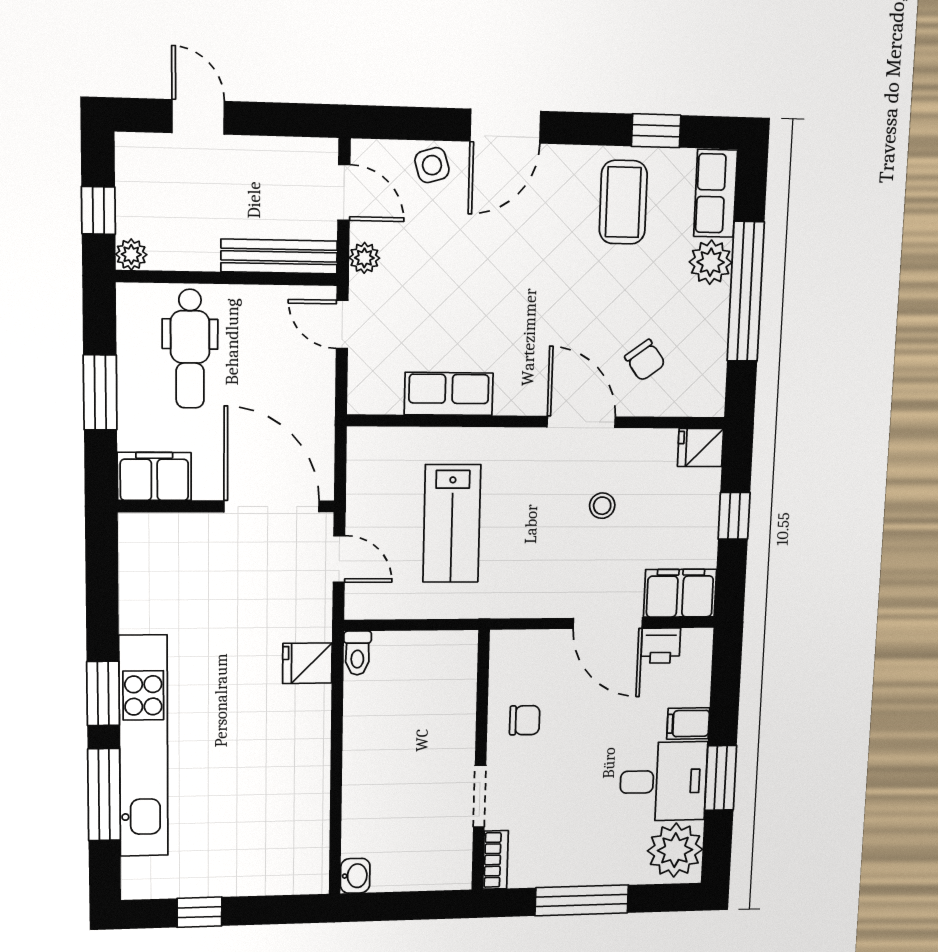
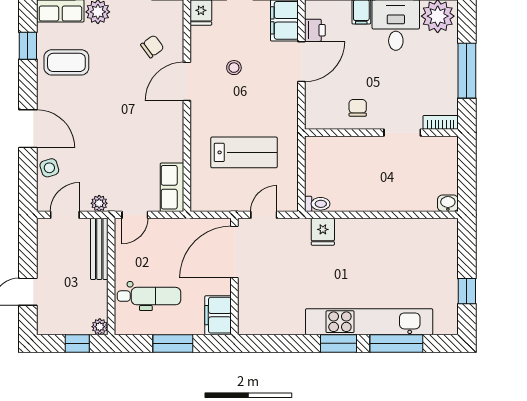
row of seats: (449, 394) -> (172, 187), moved

